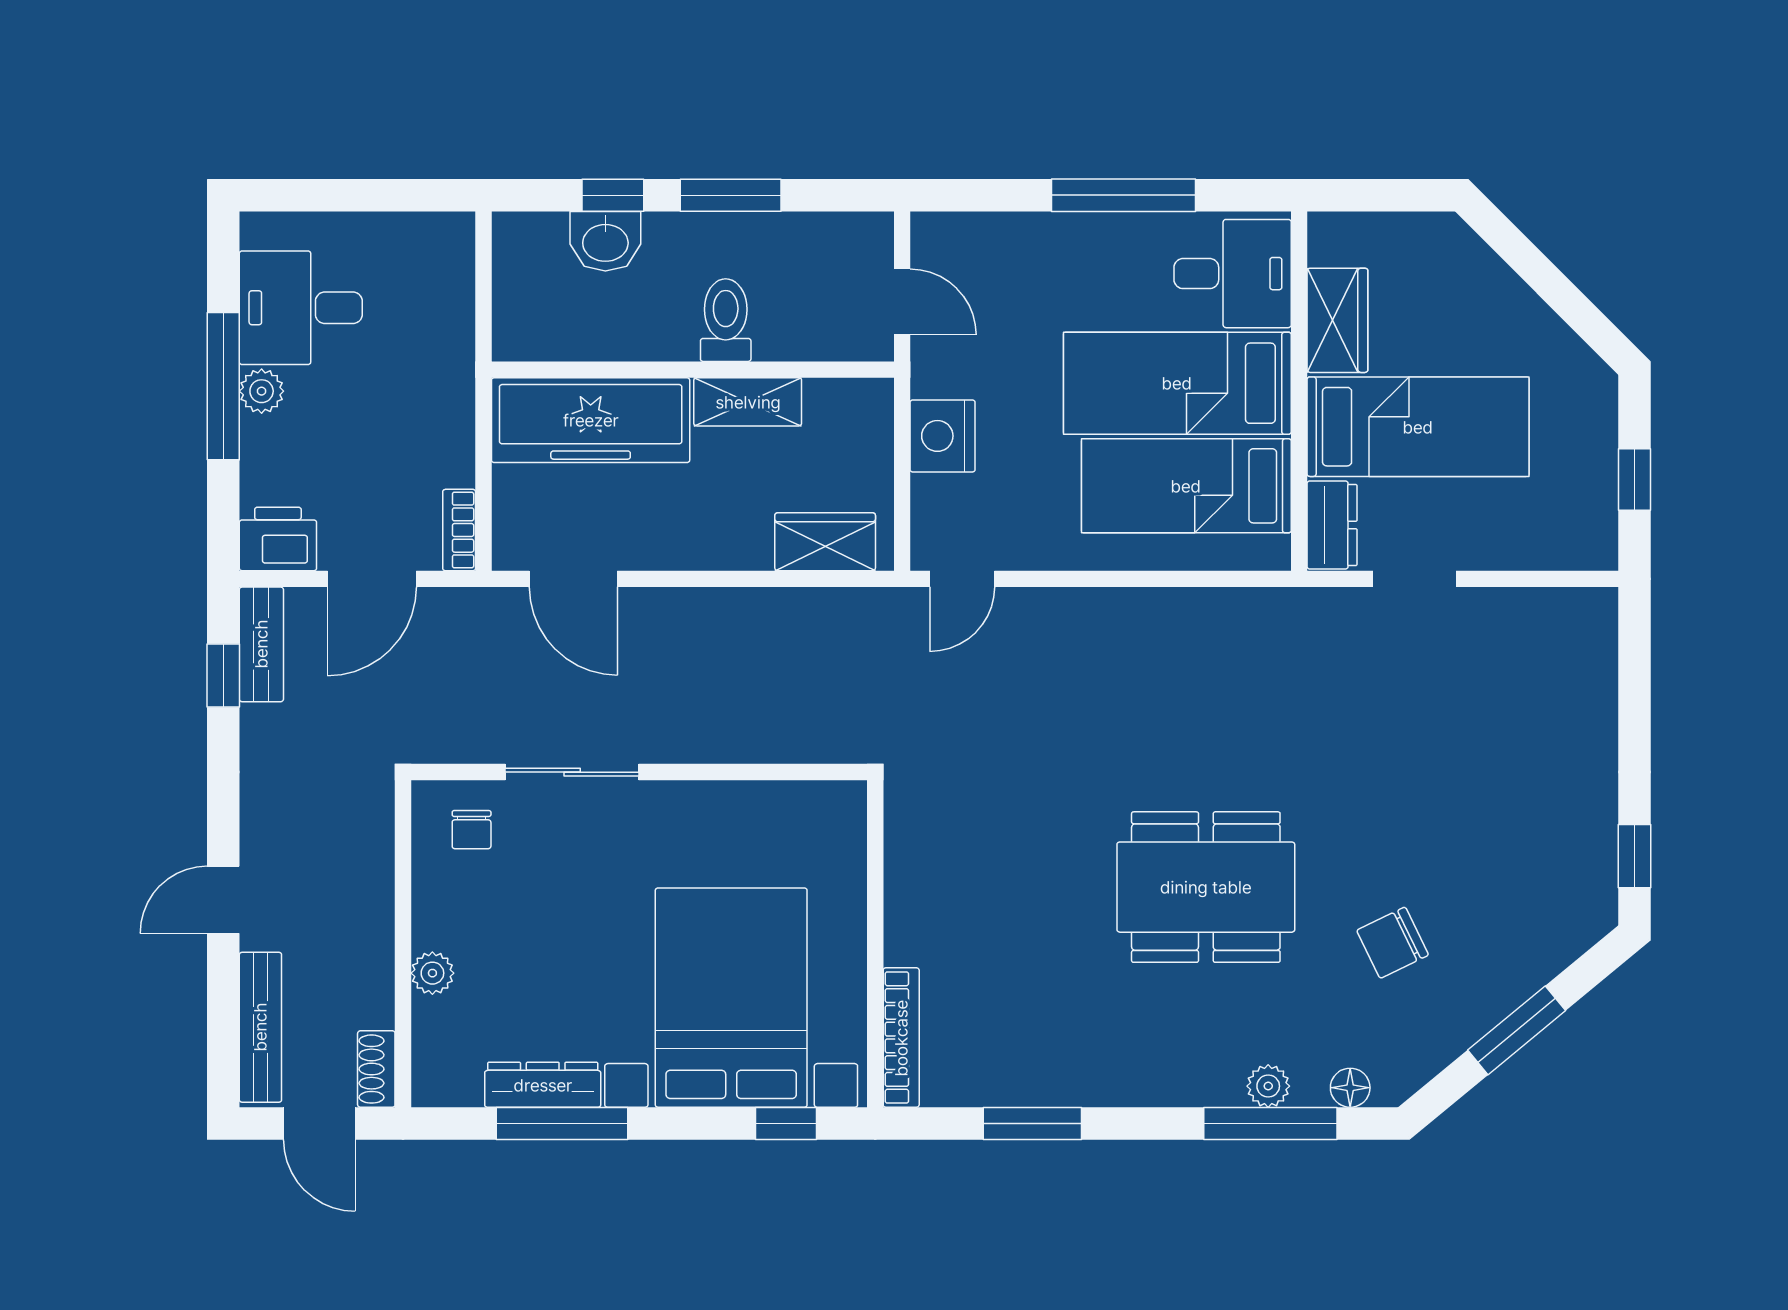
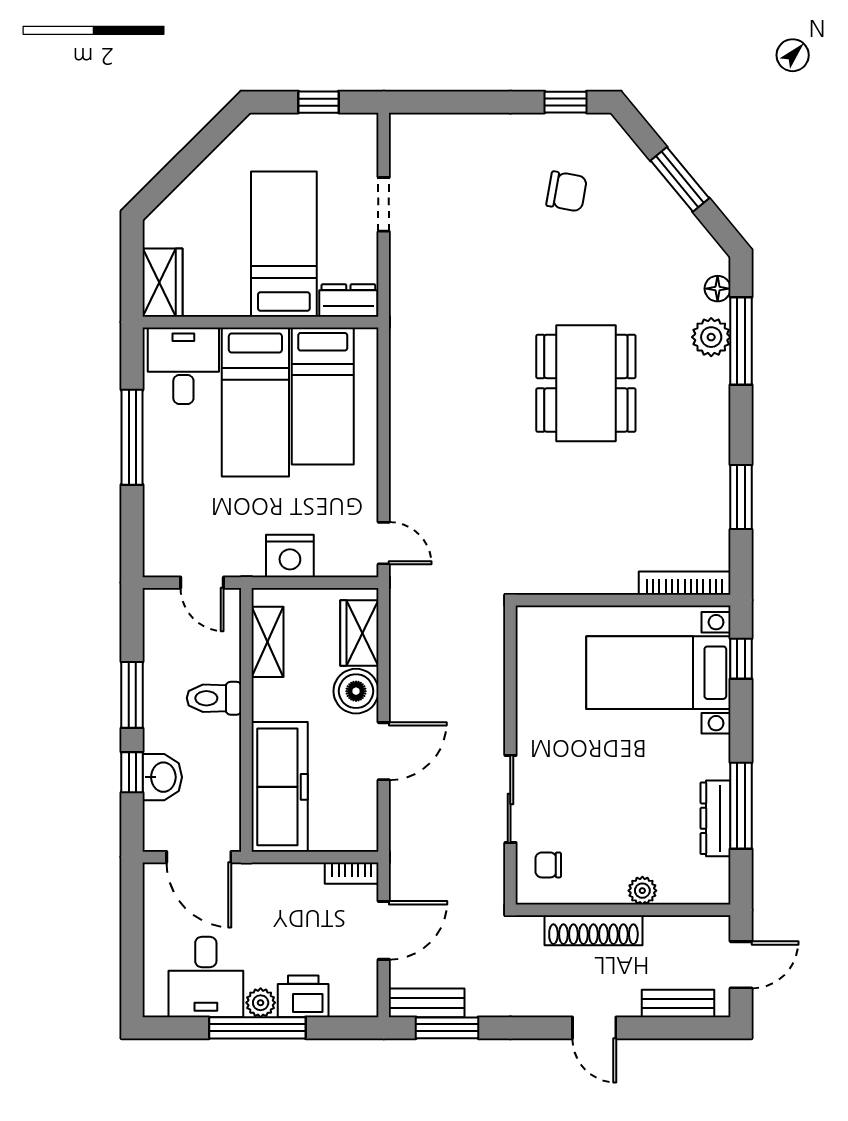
door: (484, 297) -> (199, 857), added
door: (902, 302) -> (202, 583), swing flipped
wardrobe: (1337, 320) -> (162, 283), moved, turned 90
shelving: (748, 402) -> (268, 642), moved
boiler: (736, 537) -> (356, 691), added
printer: (278, 539) -> (303, 996), moved, turned 90
door: (372, 579) -> (384, 930), hinge flipped
door: (573, 579) -> (384, 751), moved
doorway: (1415, 579) -> (384, 204), moved
window: (223, 675) -> (447, 1028), width x1.50
chair: (472, 830) -> (548, 865), turned 180
chair: (1393, 943) -> (567, 191), moved, turned -54
bed with nightstands: (731, 998) -> (658, 673), width x0.73
bench: (260, 1027) -> (678, 1003), width x0.73
shoe rack: (376, 1069) -> (593, 930), moved, width x1.94, depth x1.24
plant: (1268, 1086) -> (711, 337), width x1.38, depth x1.38

